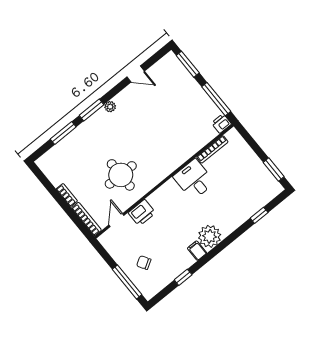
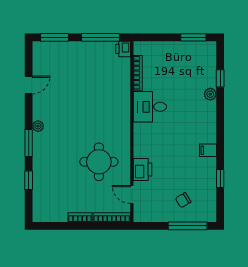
window: (63, 133) -> (29, 180), width x0.67
plant: (210, 236) -> (210, 94), moved, width x0.53, depth x0.53

